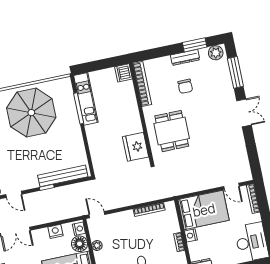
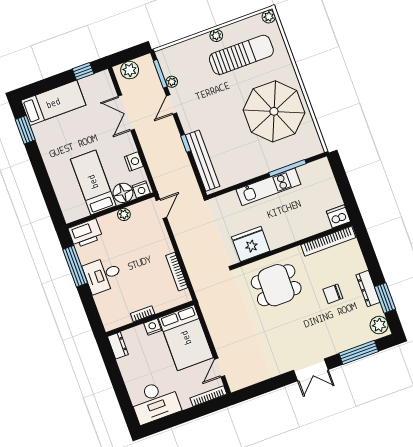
kitchen unit: (86, 99) -> (268, 187), moved

